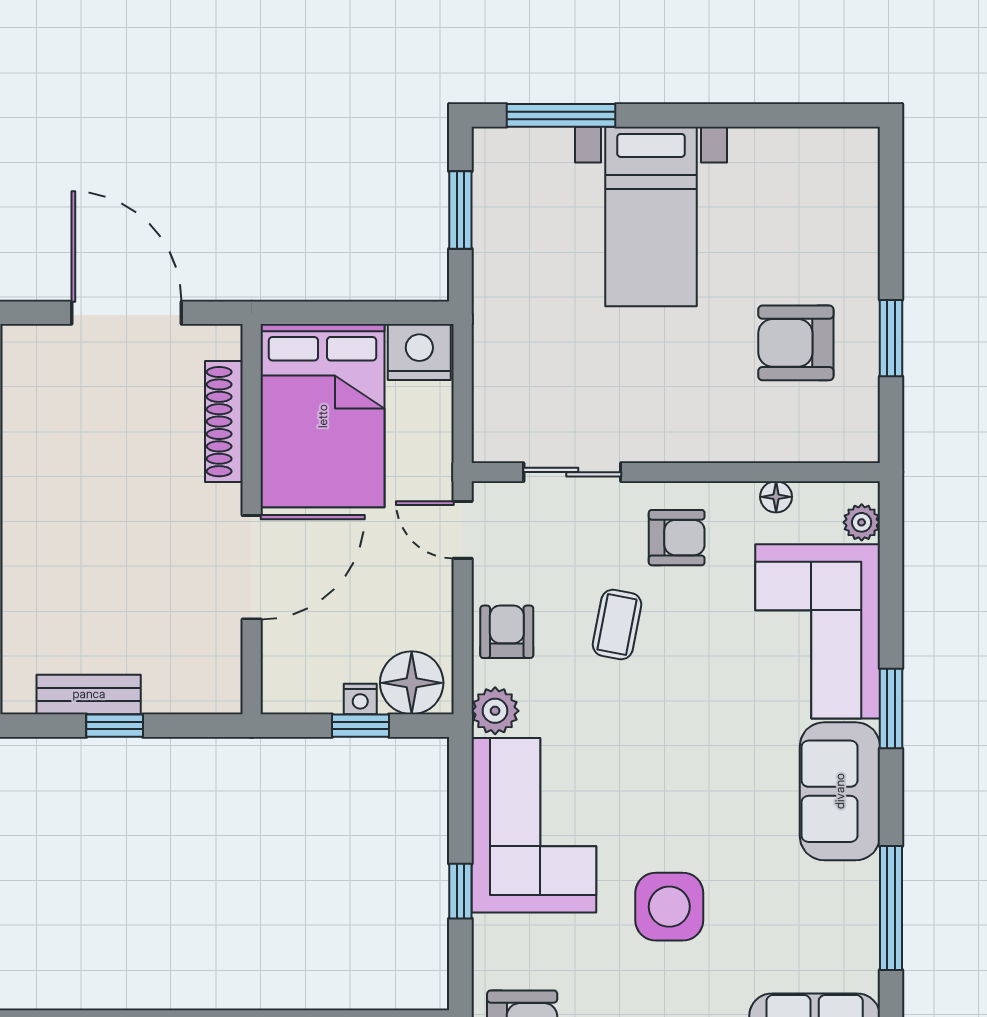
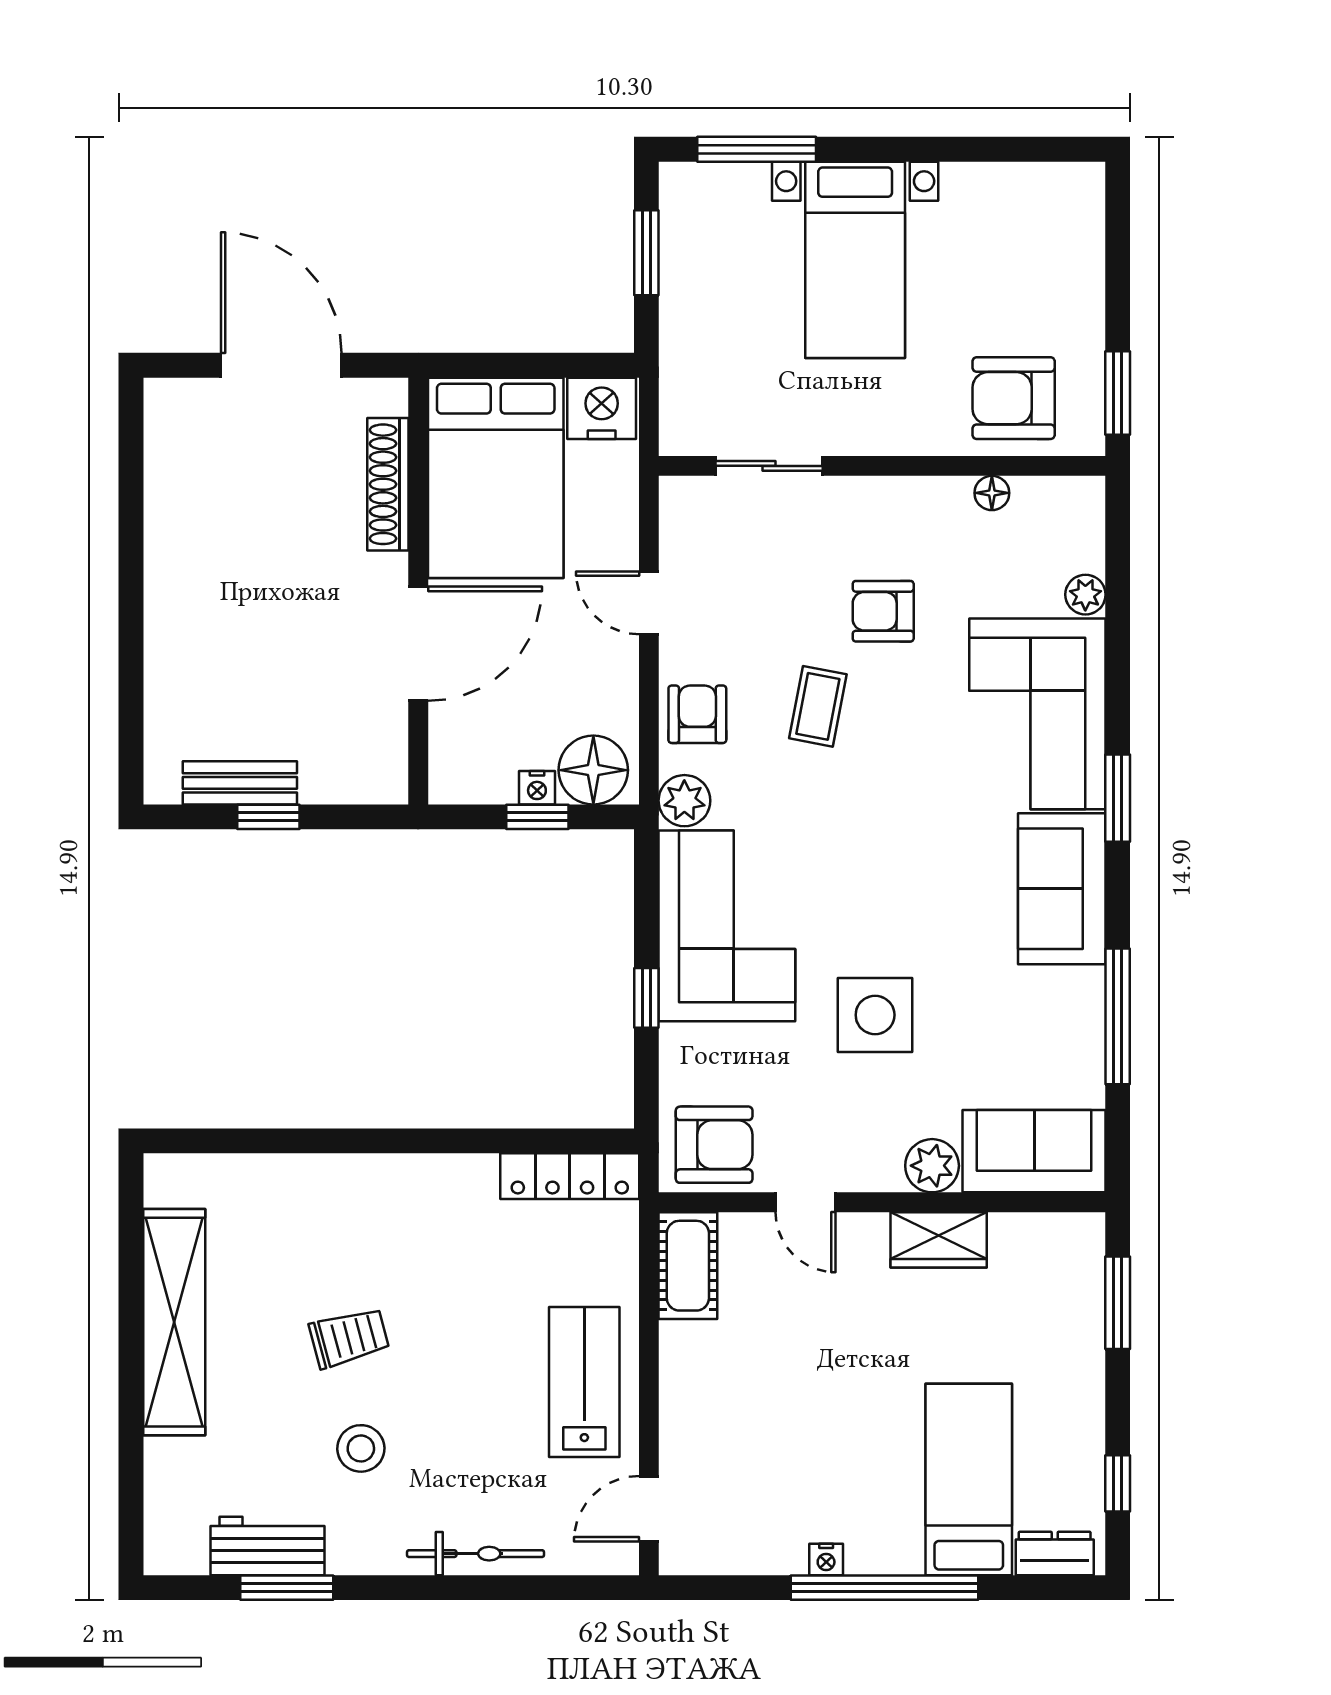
sliding door: (572, 472) -> (769, 466), moved
wall: (676, 472) -> (882, 466), moved
floor lamp: (776, 497) -> (992, 493), moved
armchair: (677, 538) -> (883, 611), turned 180

